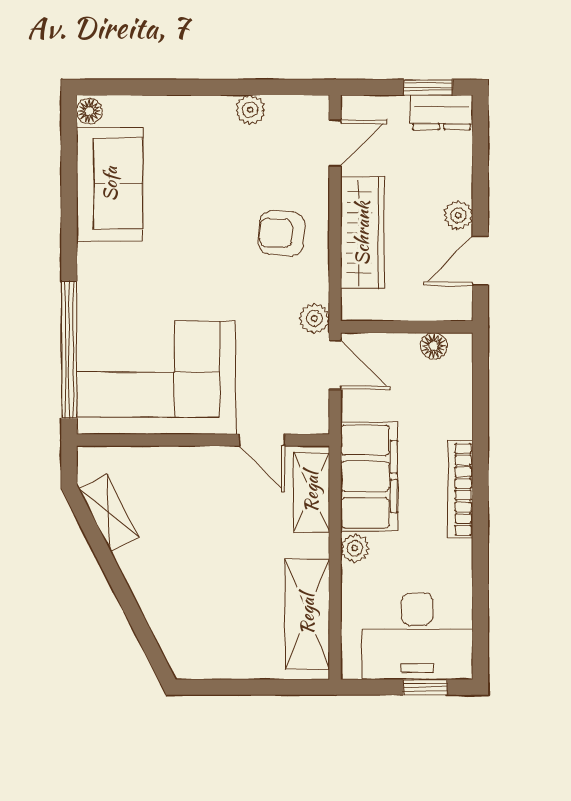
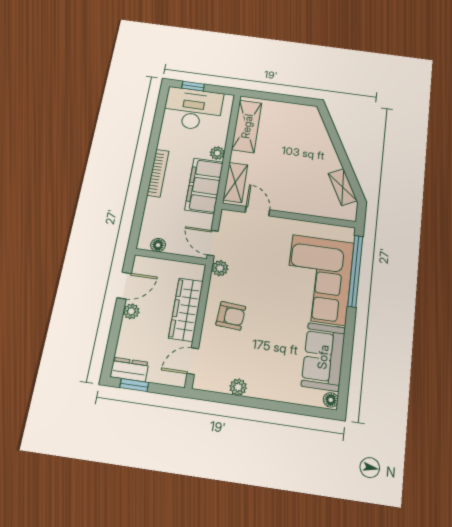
corner sofa: (156, 378) -> (319, 280), moved, turned 90

